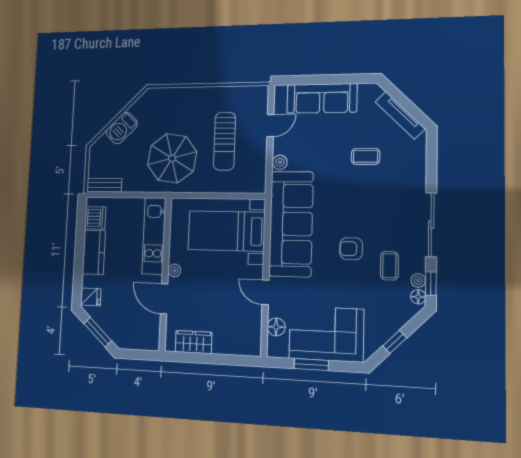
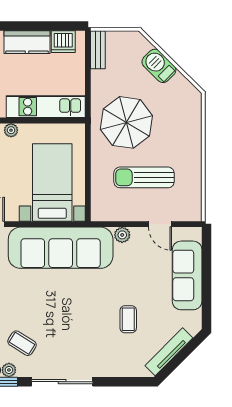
armchair: (351, 249) -> (37, 307), removed
coffee table: (389, 266) -> (22, 343), turned 32

